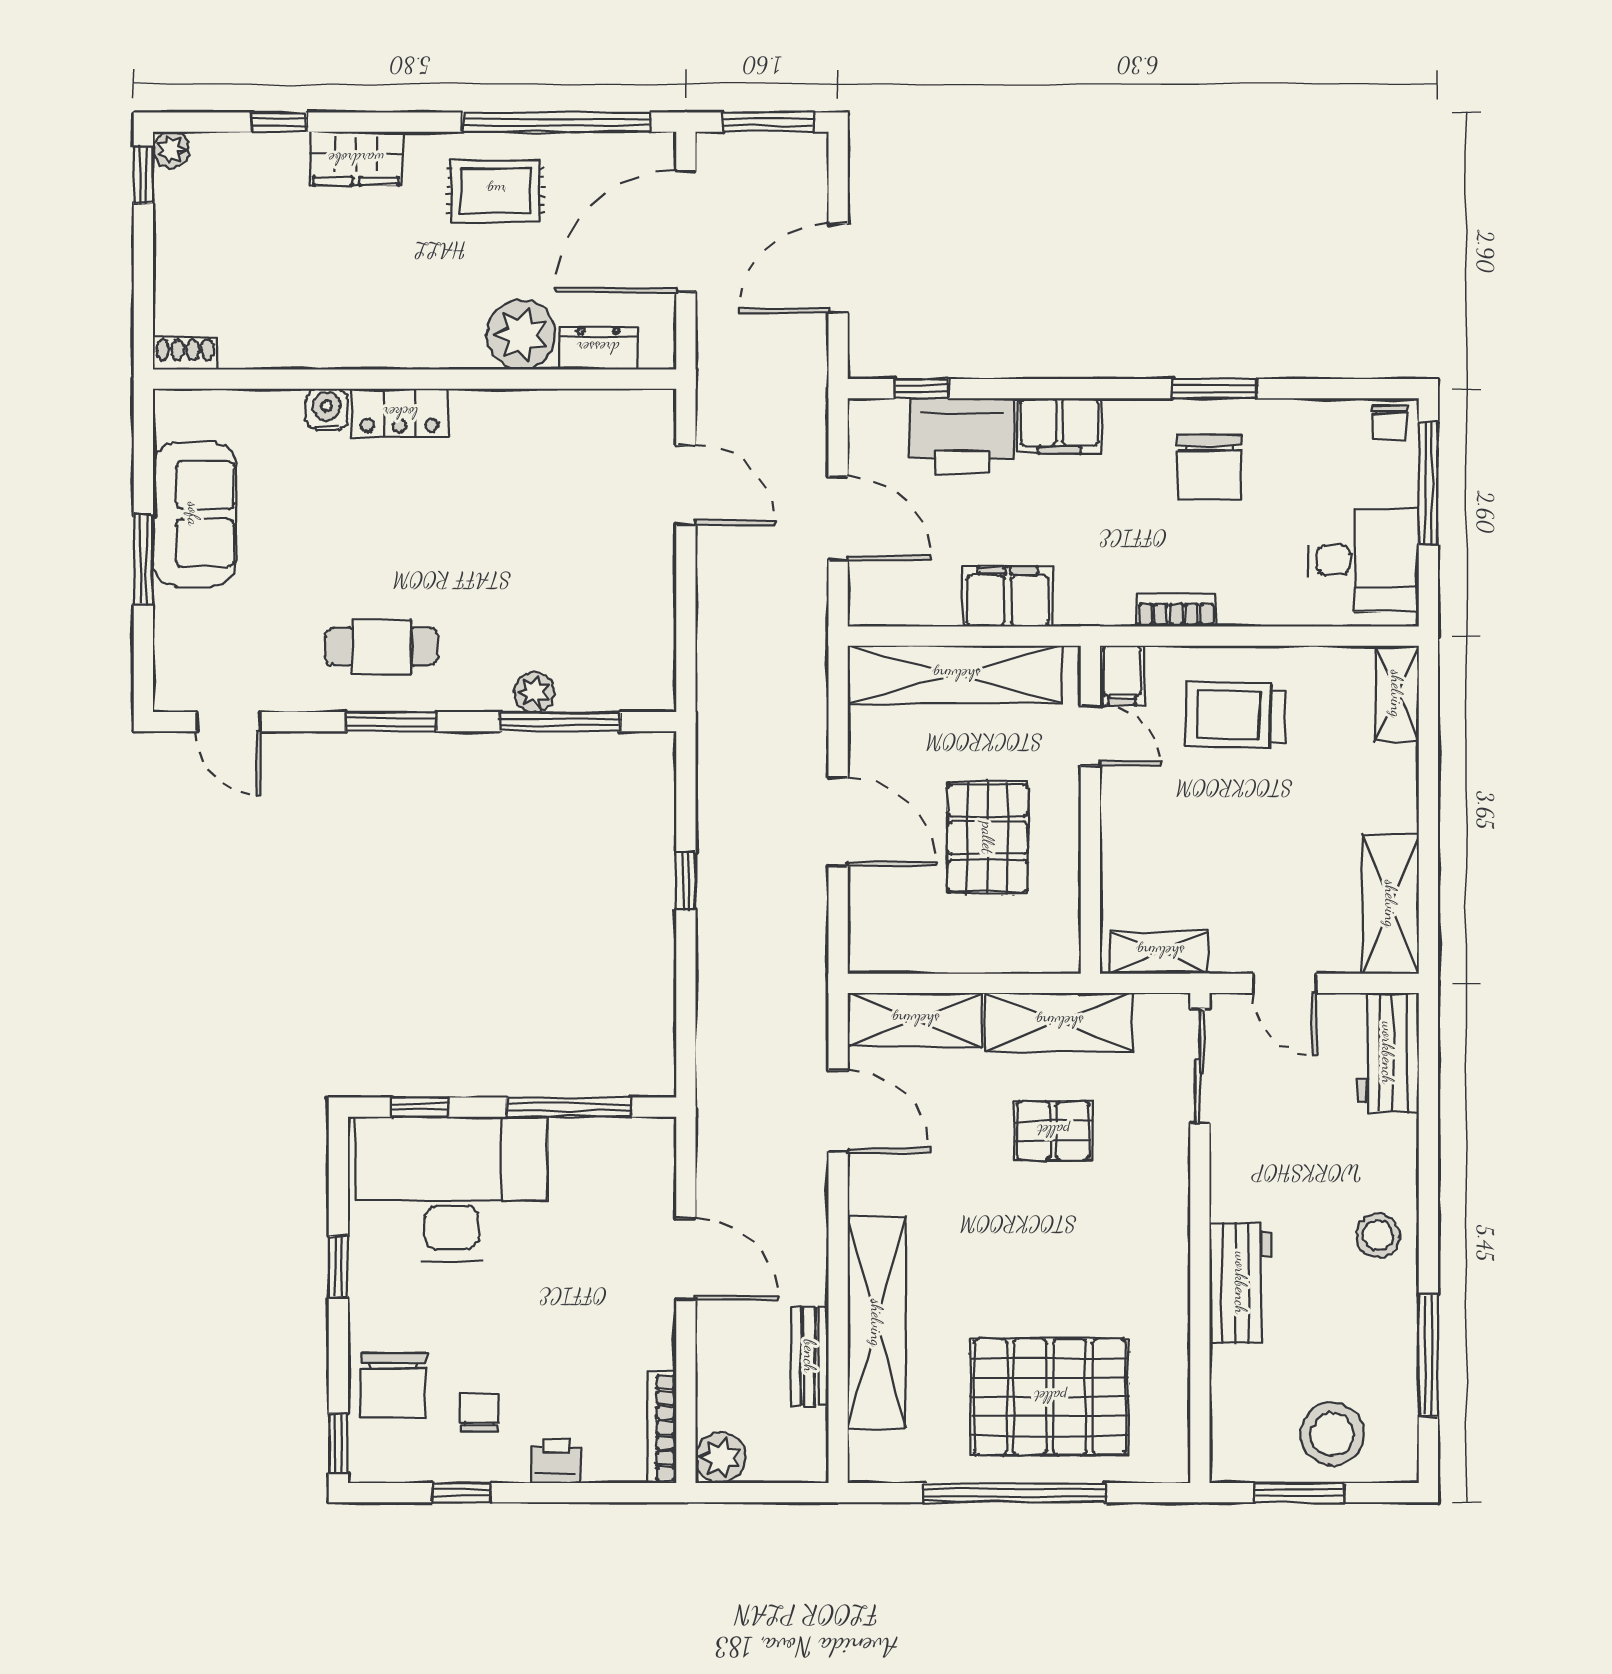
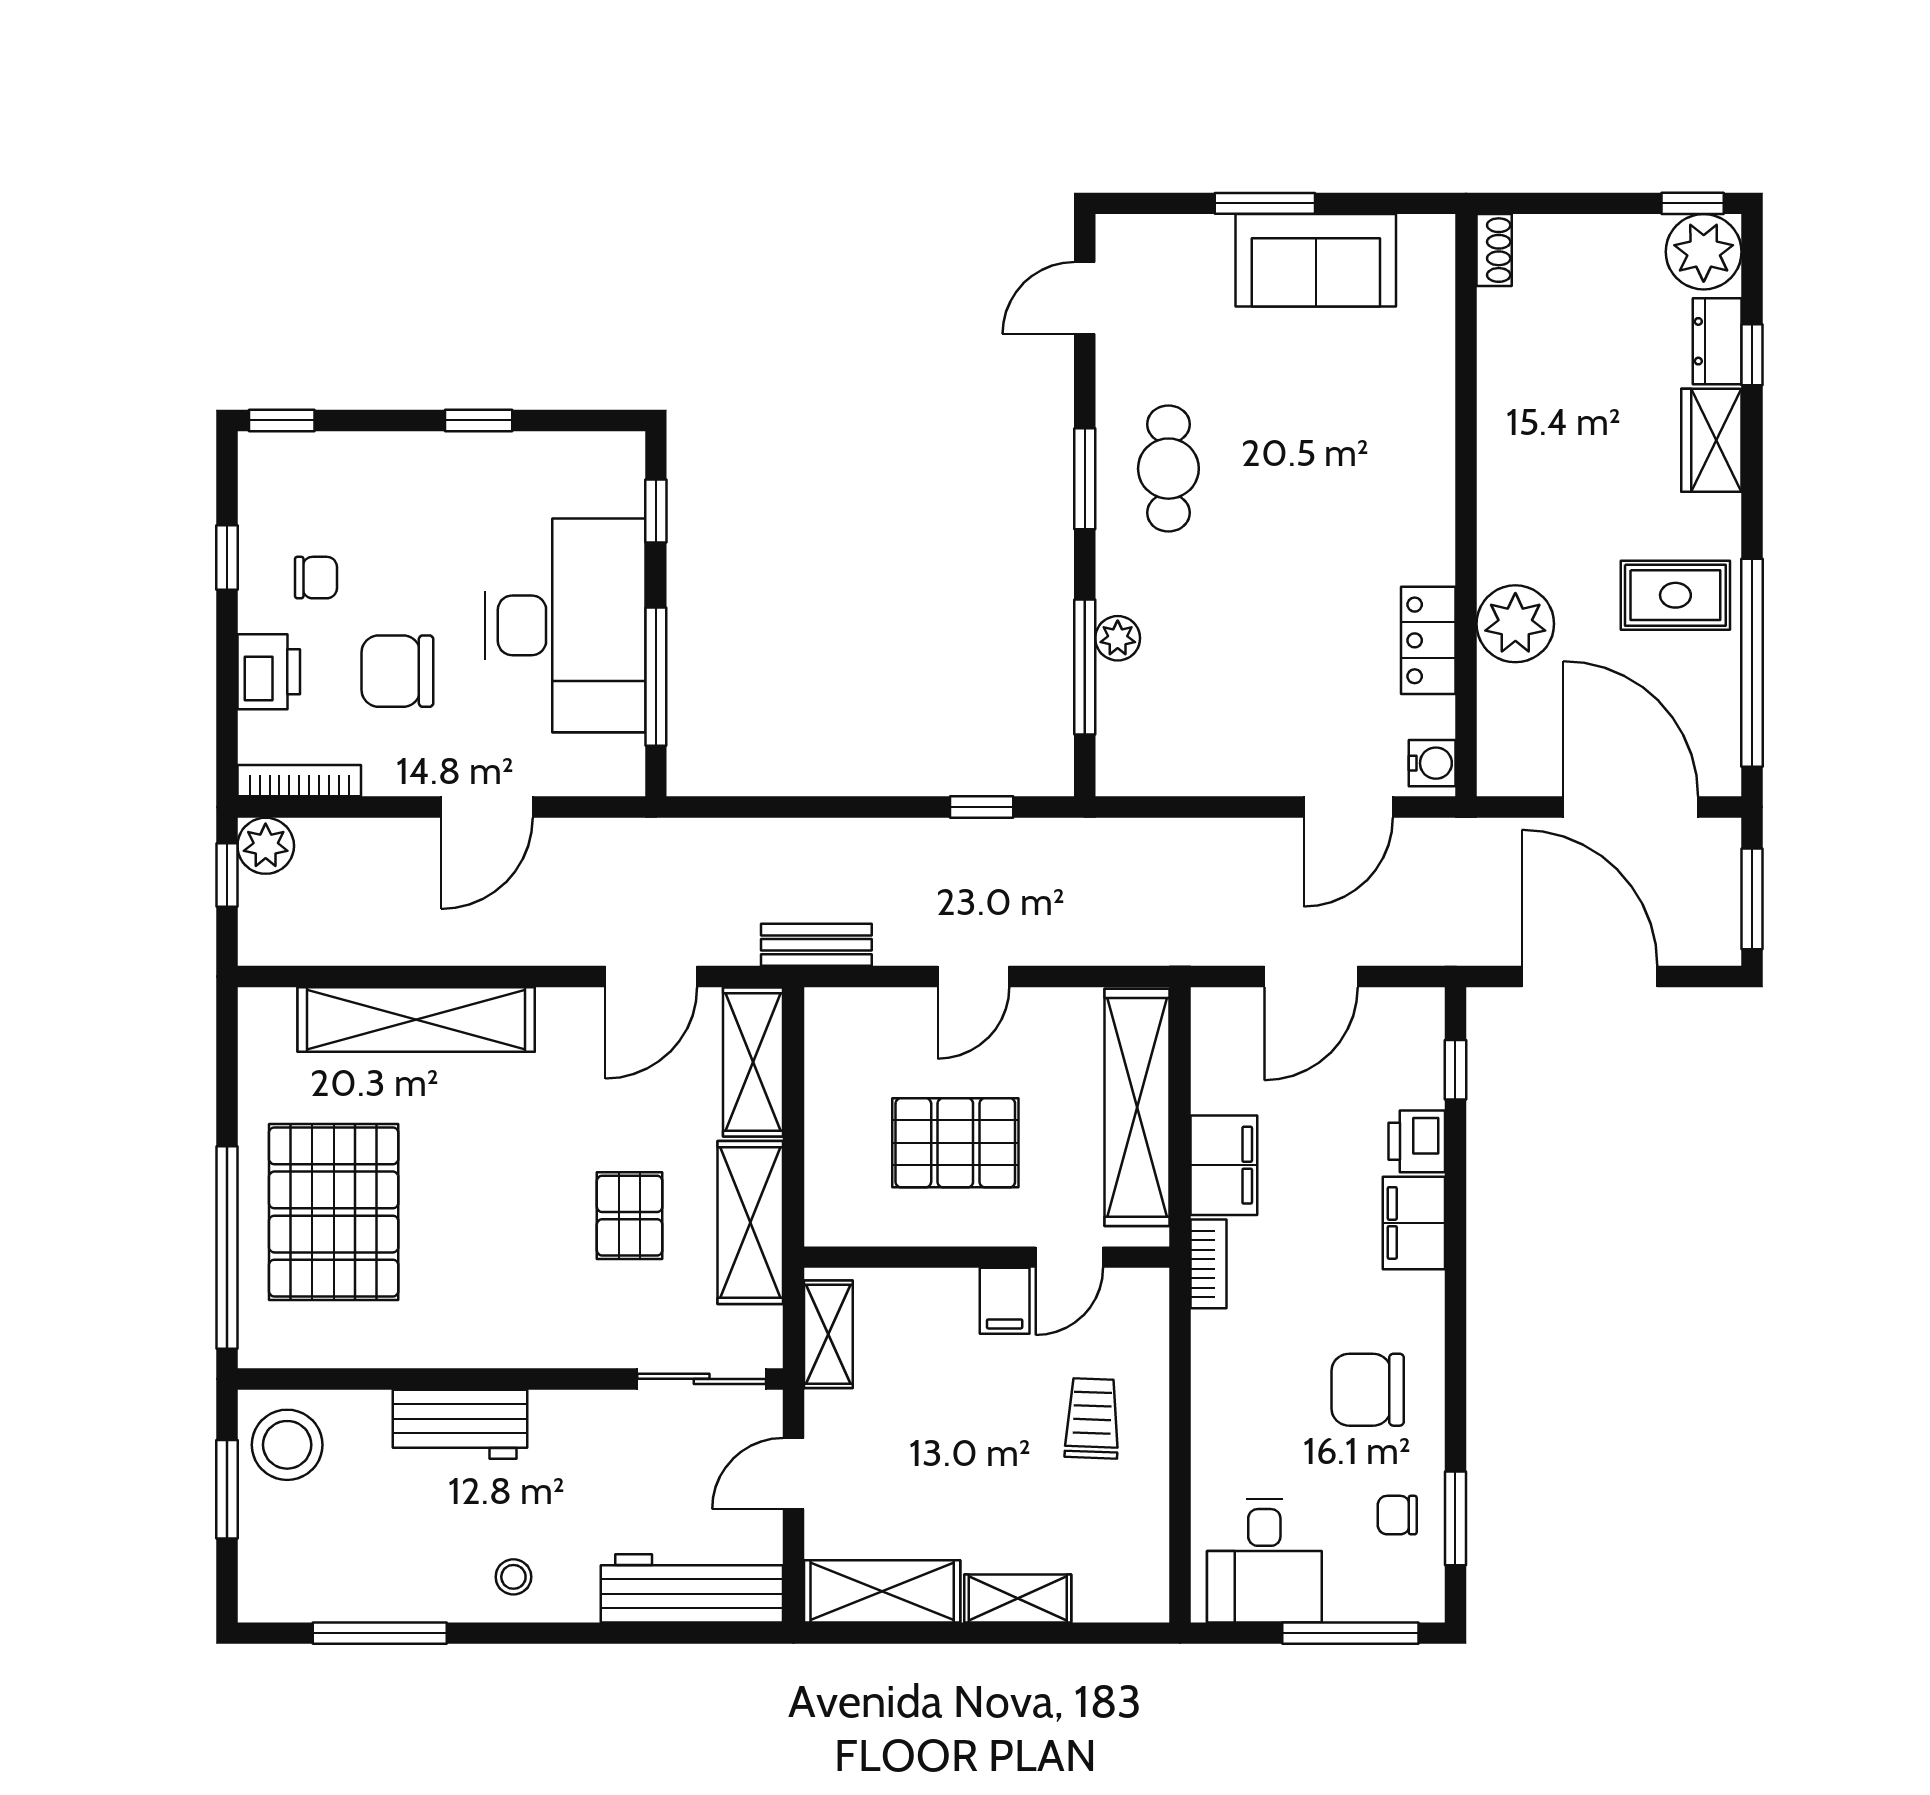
plant: (171, 150) -> (1704, 252), width x1.88, depth x1.88
rug: (496, 191) -> (1675, 595), turned 90
door: (838, 268) -> (1590, 976), width x1.36
dresser: (598, 348) -> (1717, 341), moved, turned 180
window: (1214, 389) -> (1455, 1518), moved
water cooler: (327, 409) -> (1432, 763), moved
locker: (400, 413) -> (1428, 640), moved
chair: (1390, 423) -> (1397, 1515), moved
printer: (962, 436) -> (1417, 1141), width x0.53, depth x0.68
bookcase: (1176, 611) -> (1209, 1264), moved
filing cabinet: (1122, 675) -> (1005, 1301), moved, turned -90
shelving: (1397, 694) -> (1018, 1598), moved
trolley: (1235, 715) -> (1092, 1418), width x0.73, depth x0.72
door: (838, 822) -> (973, 976), width x0.73
window: (686, 881) -> (982, 807), moved
workbench: (1388, 1053) -> (692, 1588), width x1.38
desk: (451, 1189) -> (565, 625), moved
stool: (1378, 1235) -> (513, 1577), width x0.73, depth x0.73
bench: (810, 1356) -> (816, 945), moved
chair: (393, 1385) -> (397, 671), moved
stool: (1332, 1434) -> (287, 1445), moved
printer: (555, 1461) -> (269, 672), width x1.36, depth x1.24
window: (747, 1493) -> (227, 875), added
window: (1015, 1493) -> (227, 1248), moved

